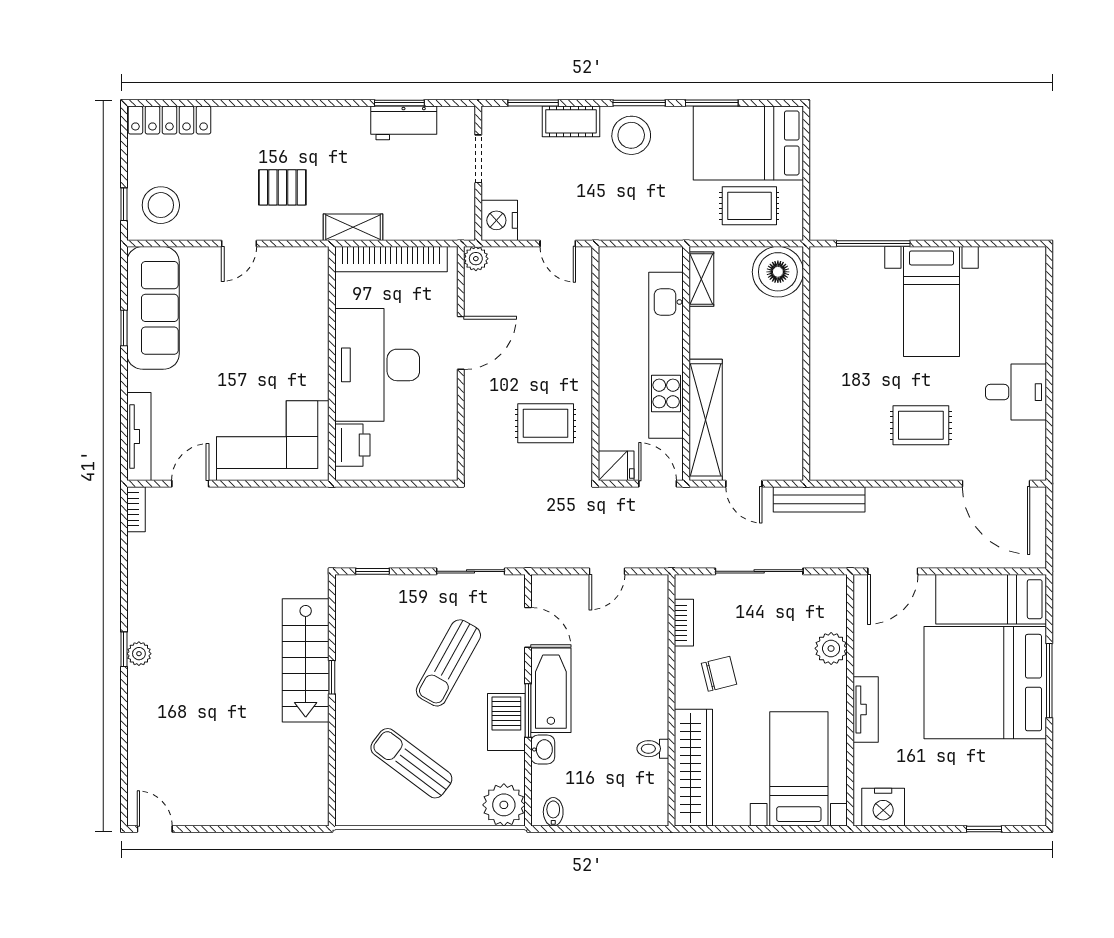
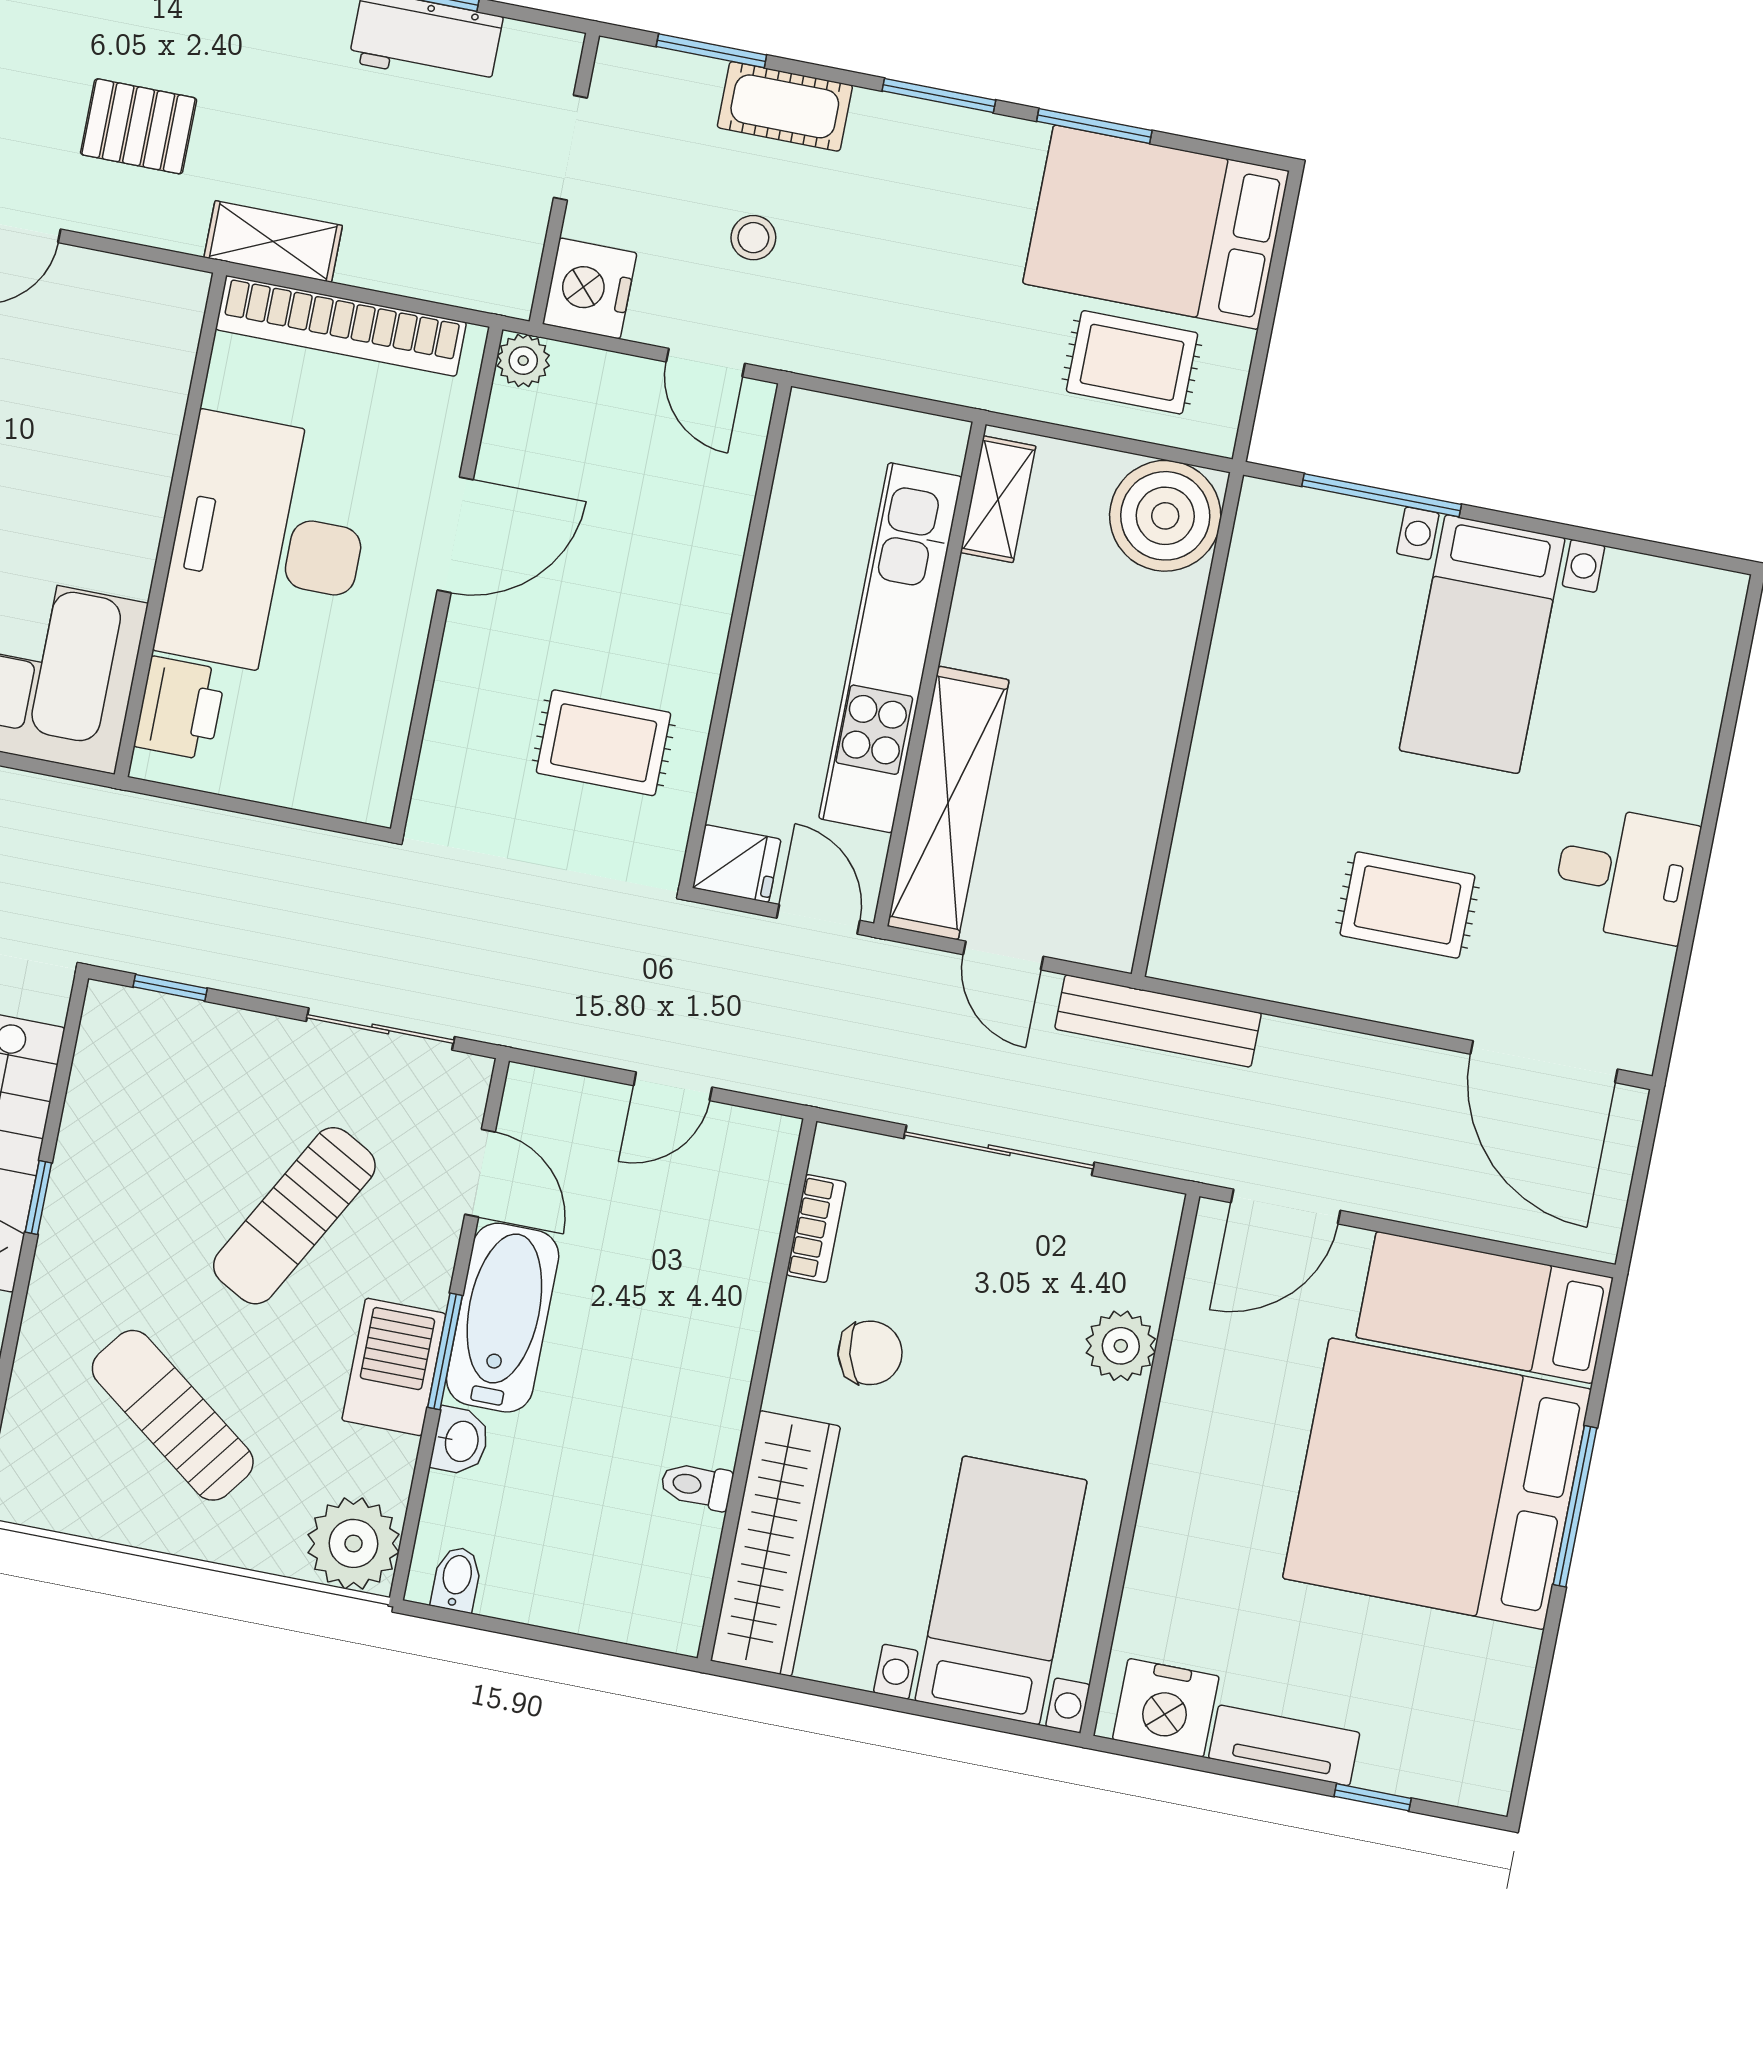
stool: (631, 135) -> (753, 238), moved, width x0.53, depth x0.53
tv unit: (866, 709) -> (1284, 1745), moved, turned -90

